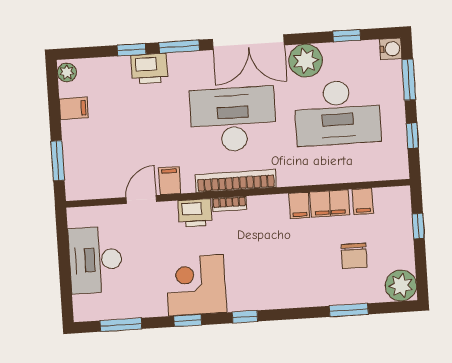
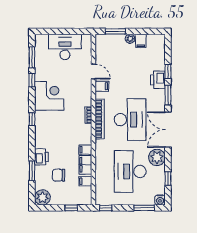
plant: (67, 72) -> (130, 39), moved
window: (412, 136) -> (106, 208), moved
printer: (195, 213) -> (41, 157), moved, turned 180
window: (188, 320) -> (32, 80), moved

